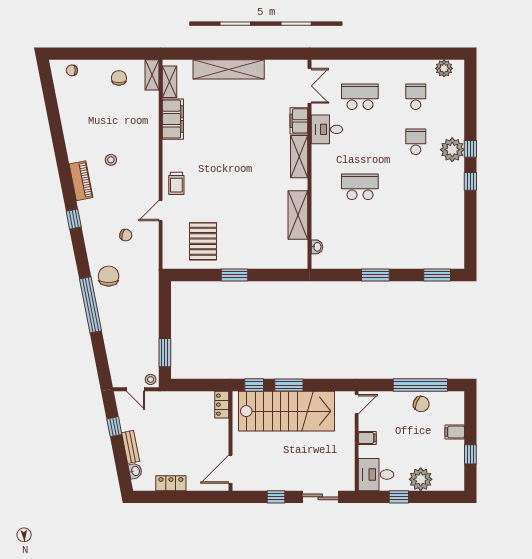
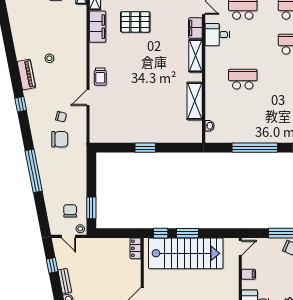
pallet: (203, 241) -> (135, 22), moved, turned 90
window: (375, 275) -> (255, 148), width x2.11
chair: (109, 276) -> (60, 139), moved, turned 90
chair: (137, 356) -> (70, 211), added

